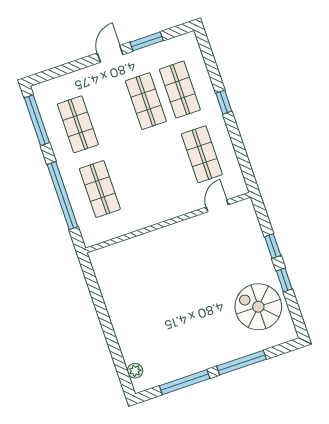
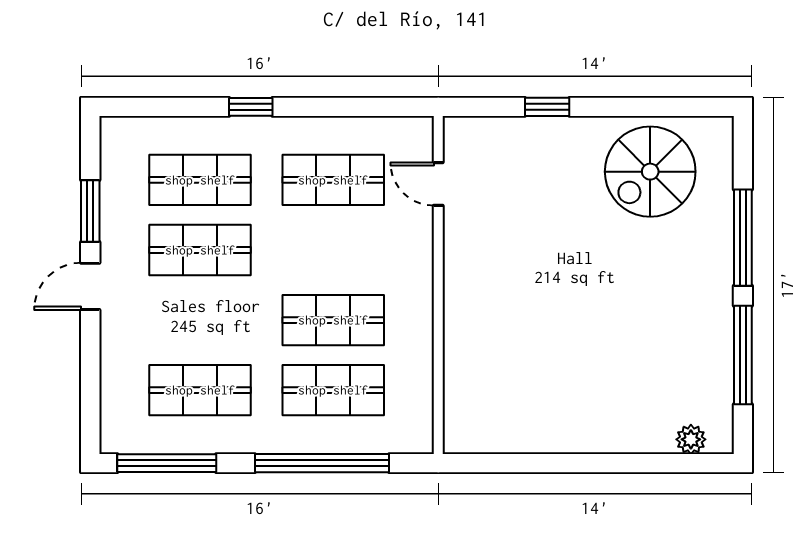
door: (110, 54) -> (90, 286), hinge flipped
shop shelf: (134, 177) -> (333, 320), added
window: (284, 280) -> (617, 107), removed

